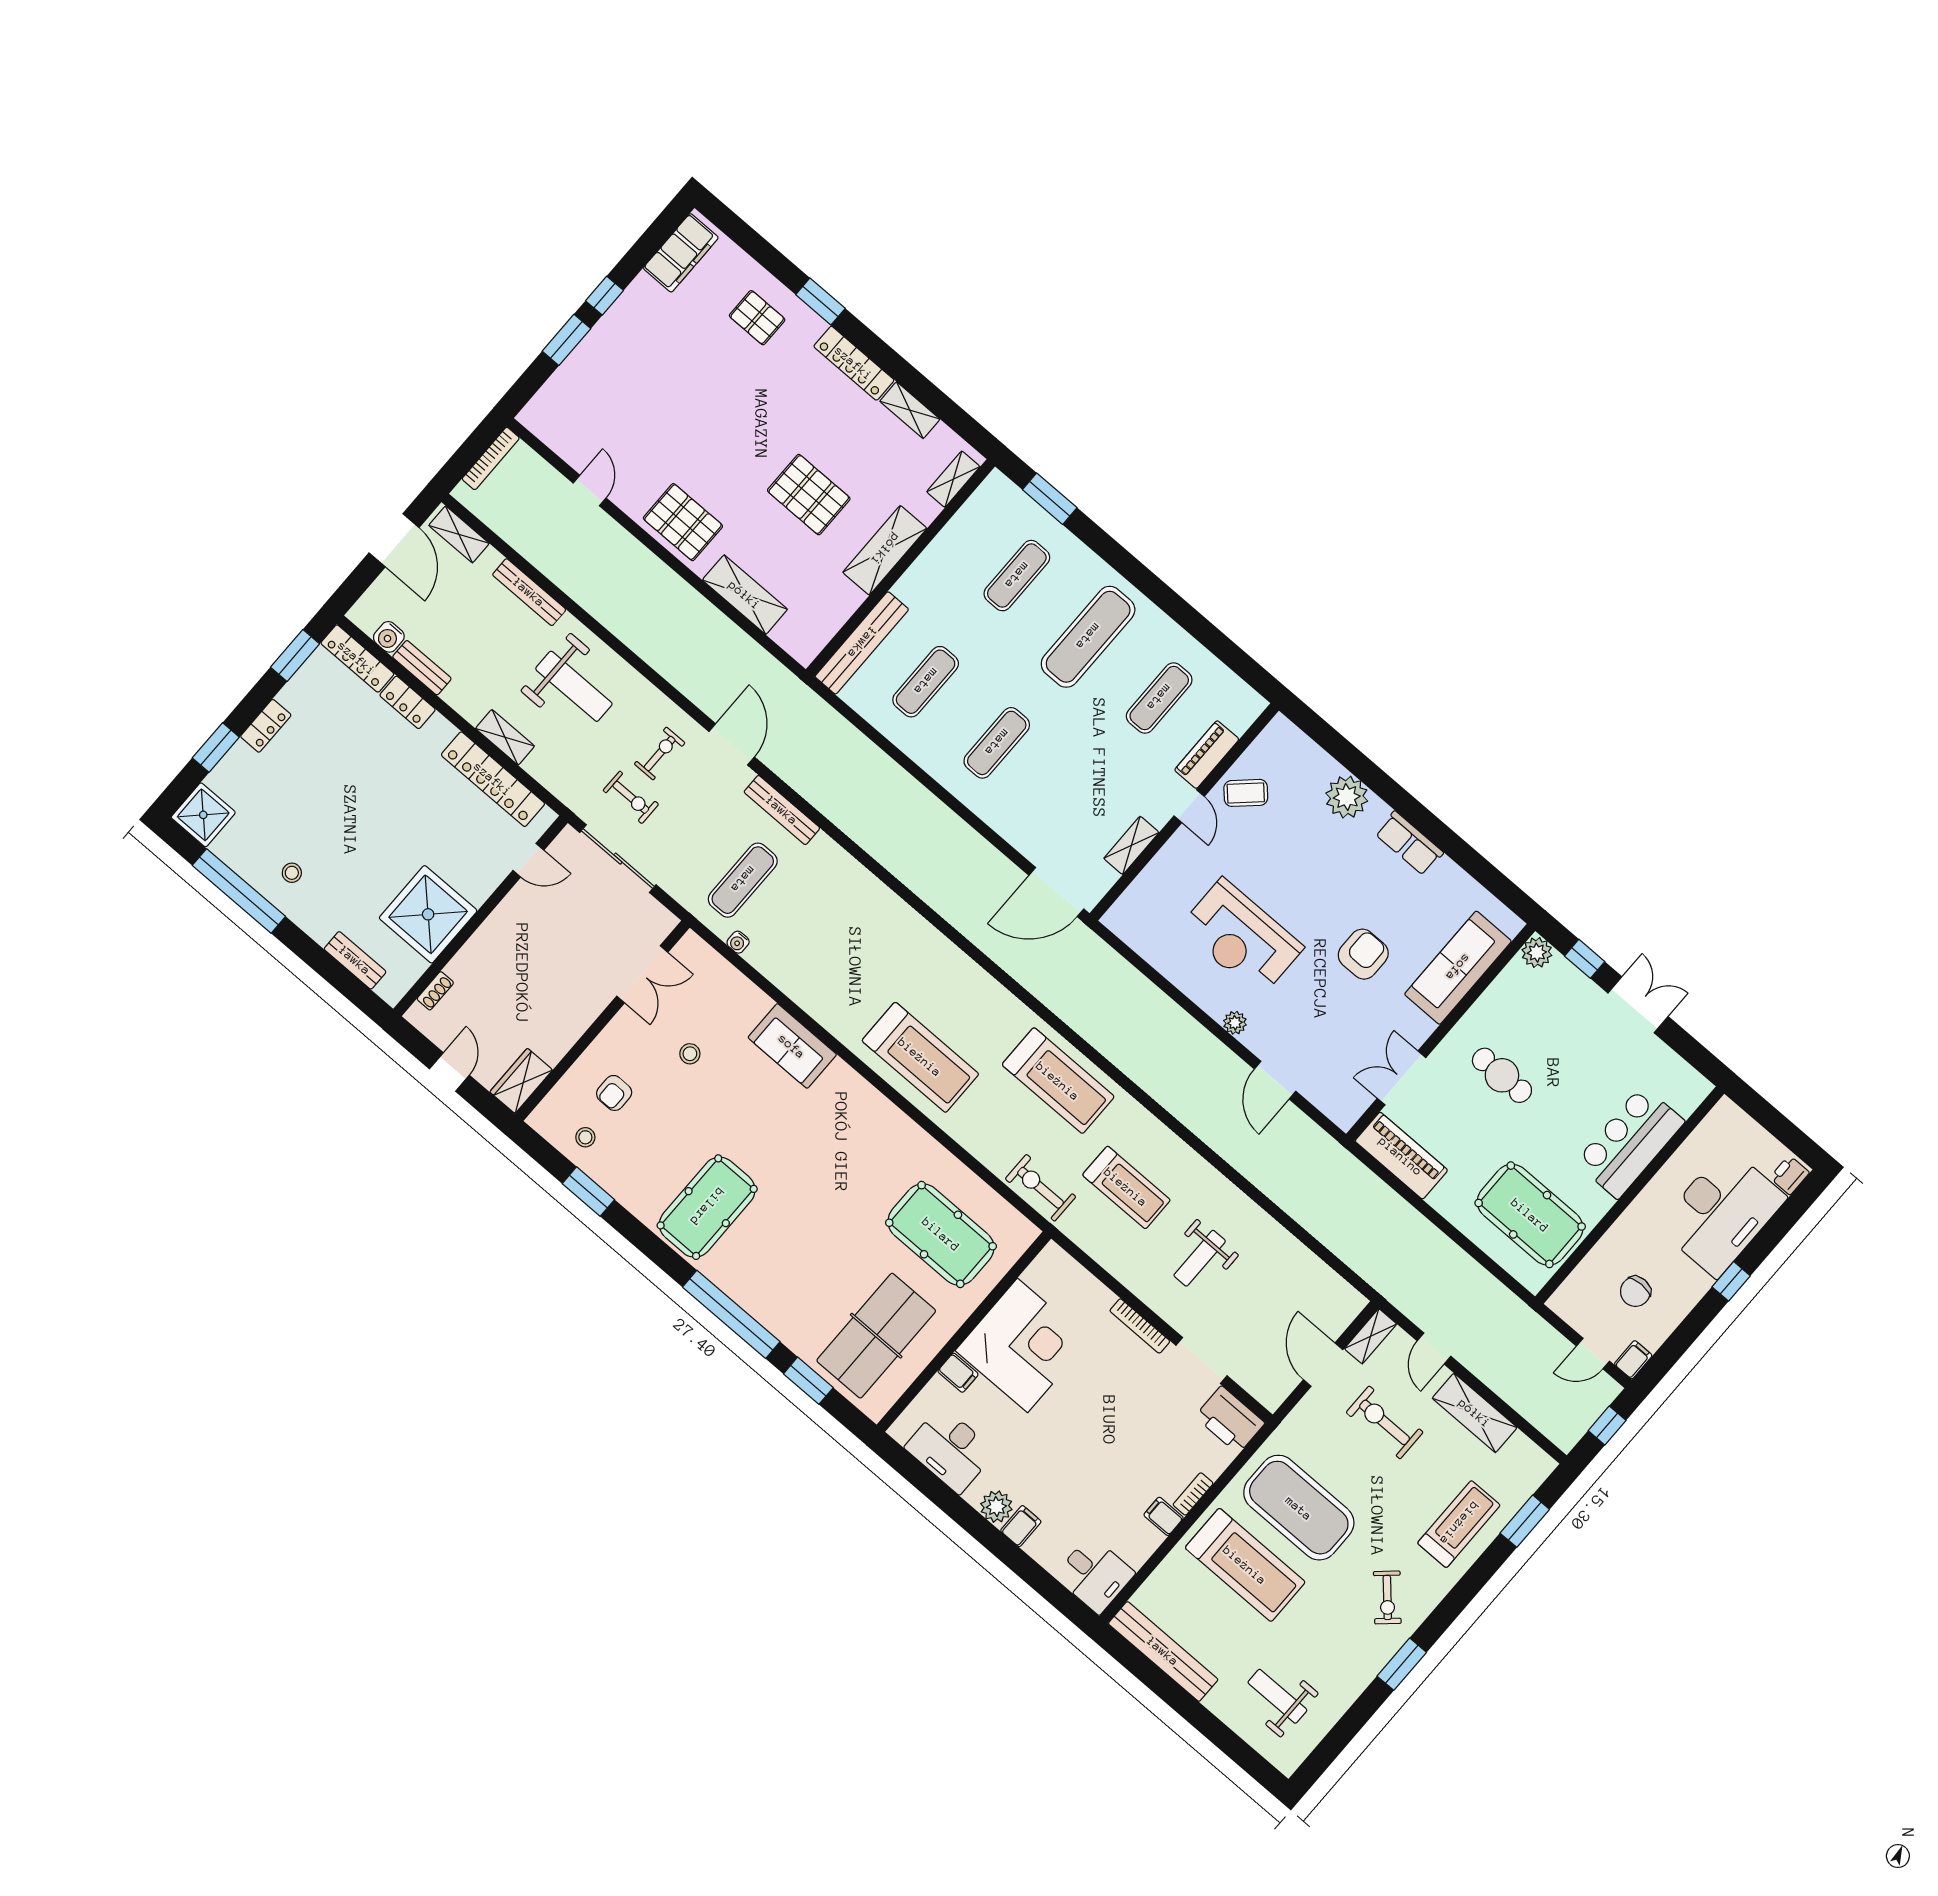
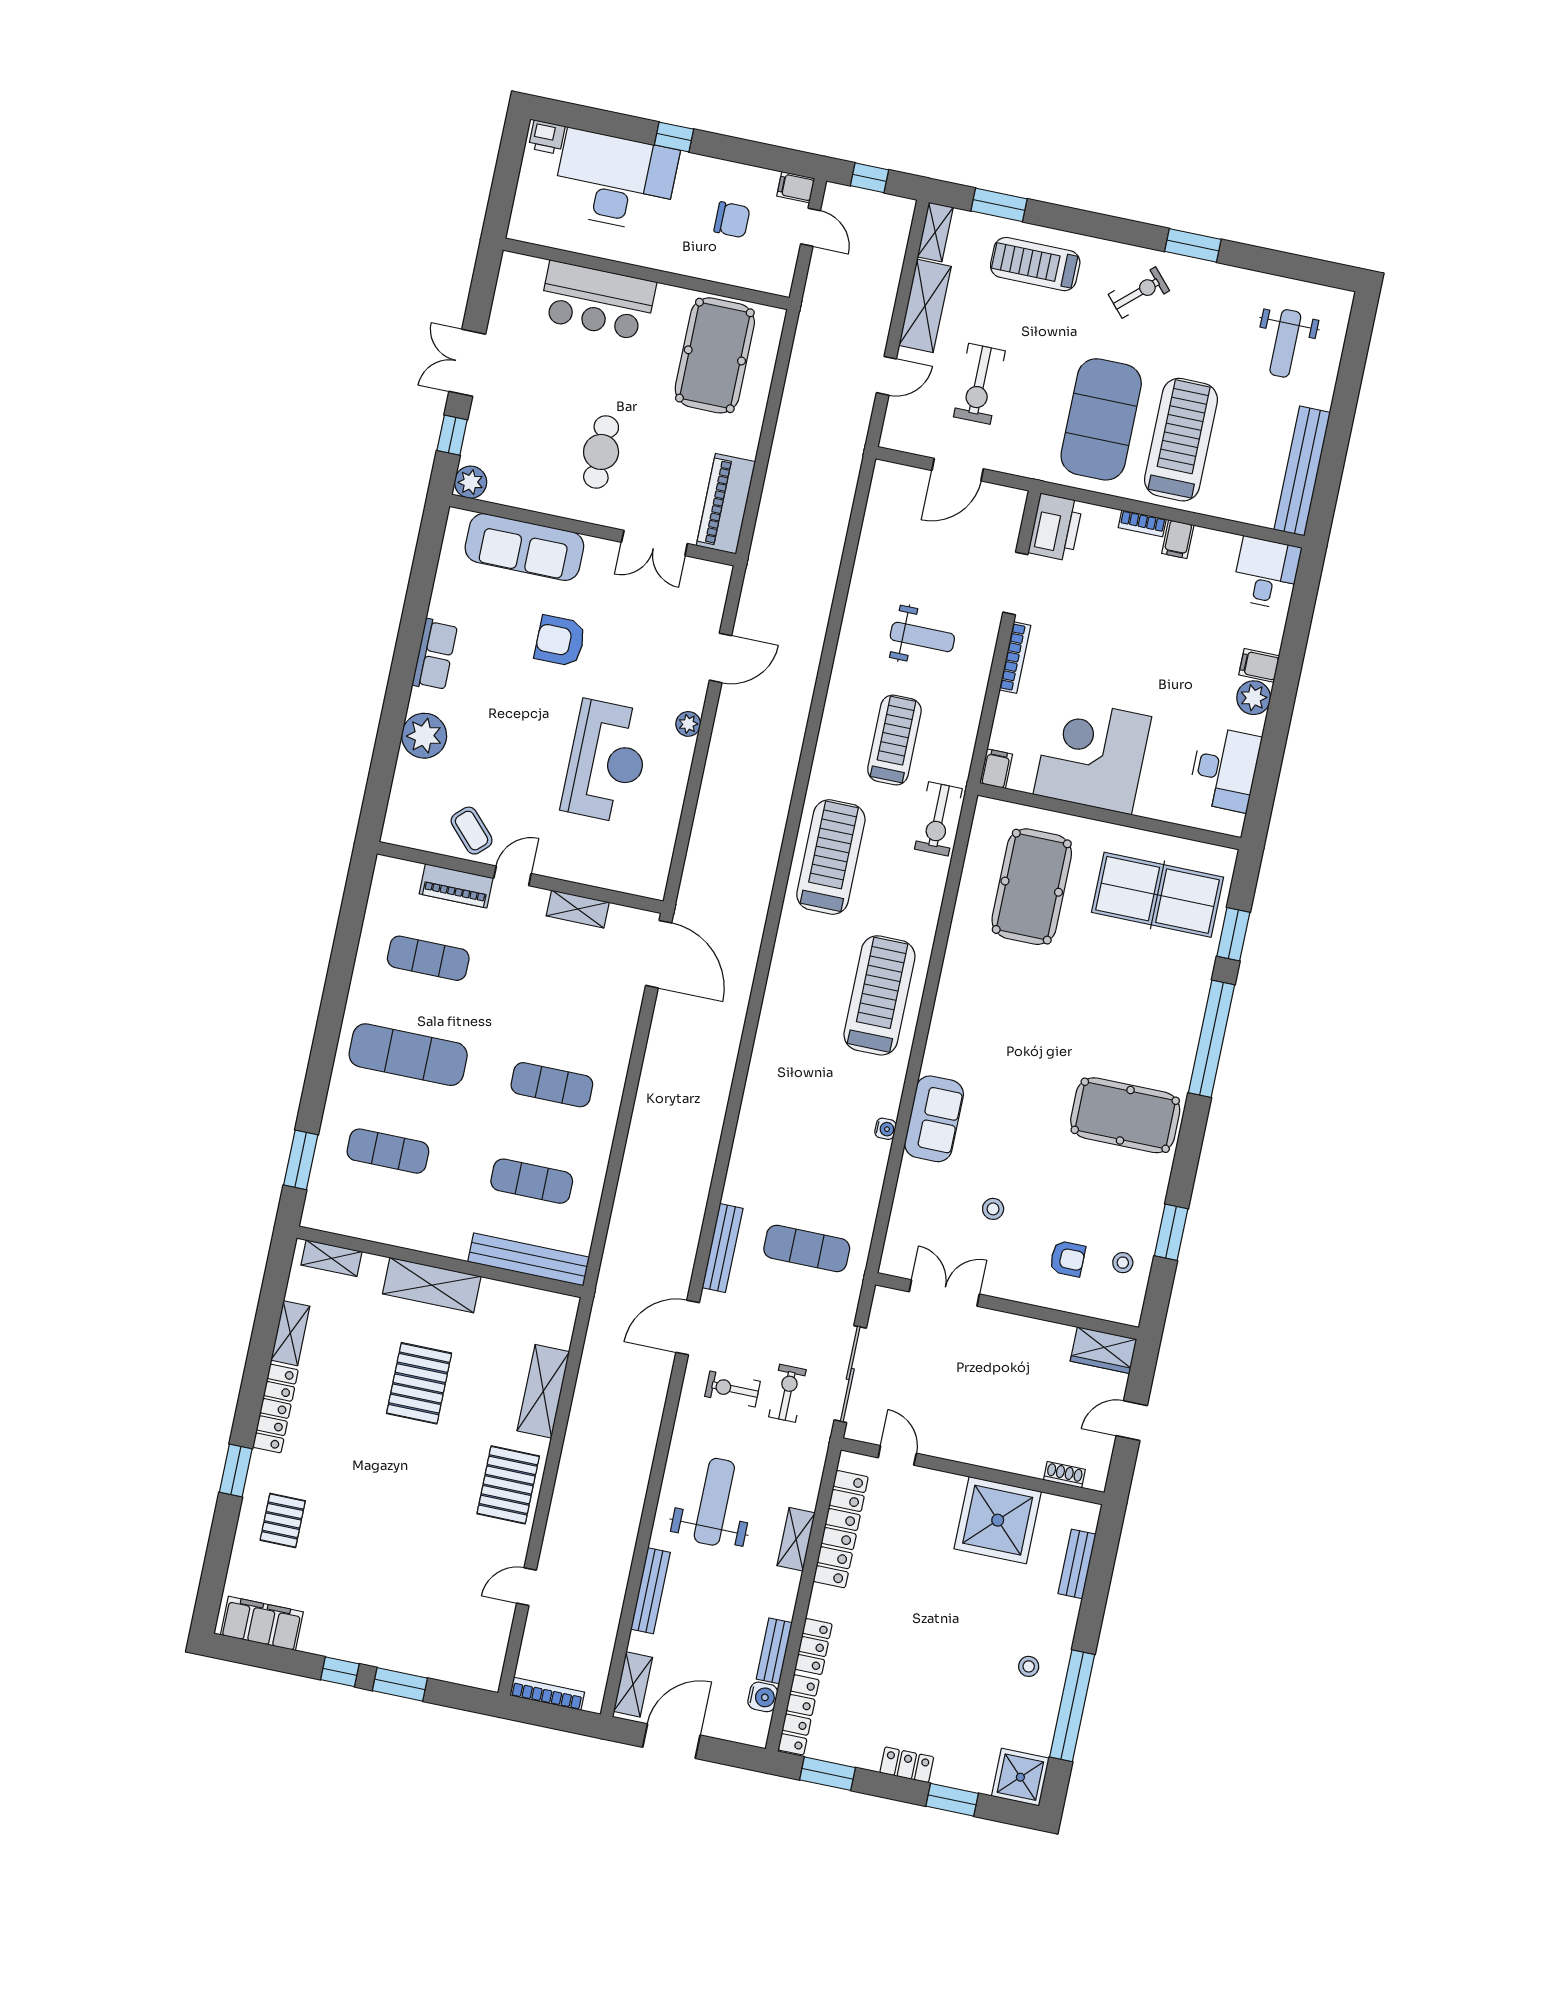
water cooler: (738, 942) -> (885, 1129), moved
shelving: (1371, 1336) -> (935, 232), moved, turned 90
filing cabinet: (958, 1373) -> (996, 769), moved

